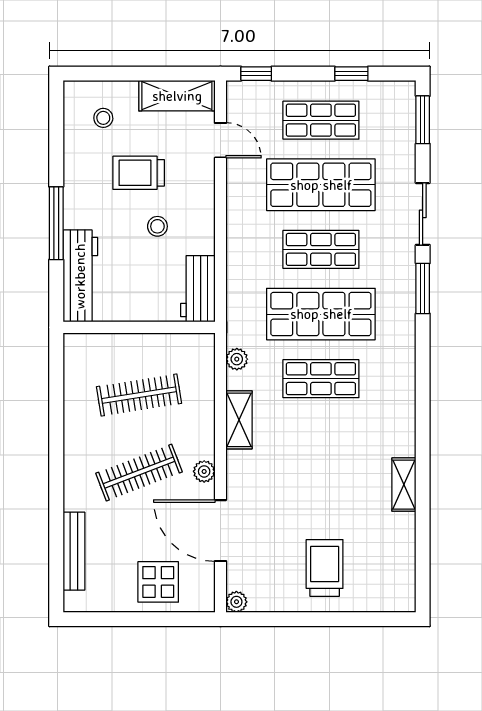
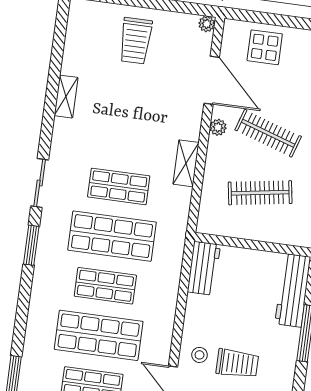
sliding door: (423, 214) -> (40, 183), moved
stool: (157, 226) -> (200, 355), moved
plant: (237, 359) -> (181, 210), removed
clothes rail: (139, 473) -> (268, 133), turned 39

